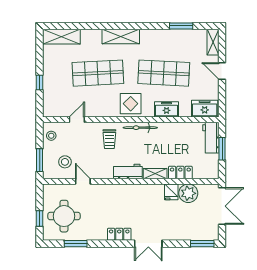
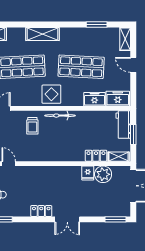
freezer: (167, 109) -> (95, 99), moved
workbench: (128, 171) -> (49, 155), removed
shelving: (155, 174) -> (119, 157), moved

